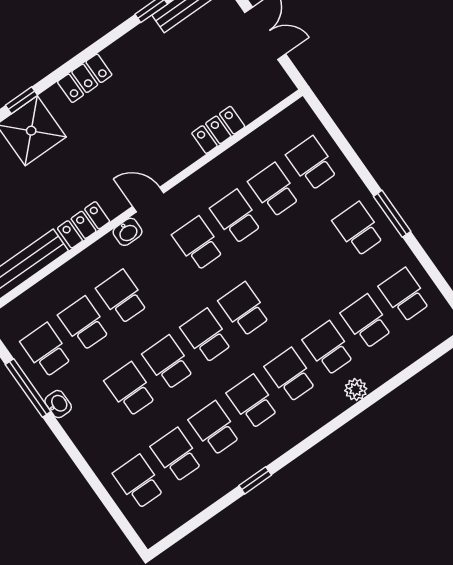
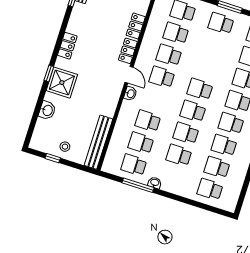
door: (148, 200) -> (129, 75), swing flipped
locker: (84, 225) -> (128, 51), moved

